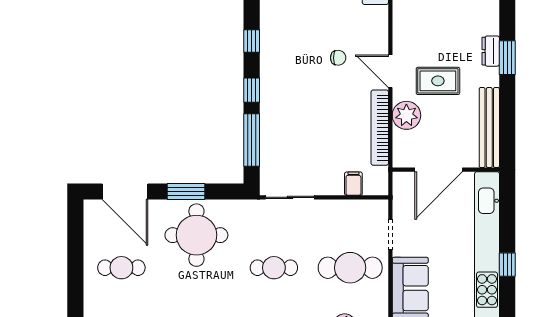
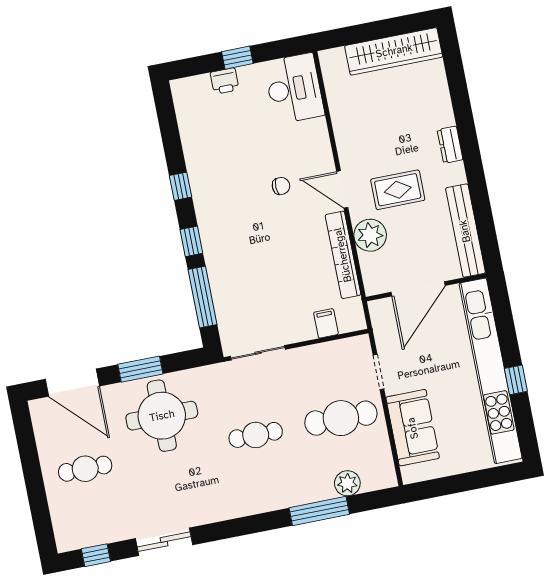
window: (507, 58) -> (470, 148), removed

